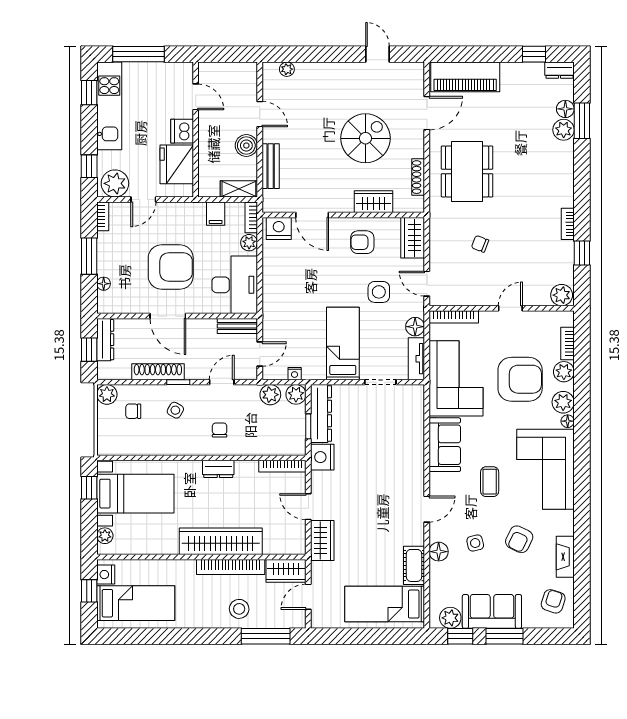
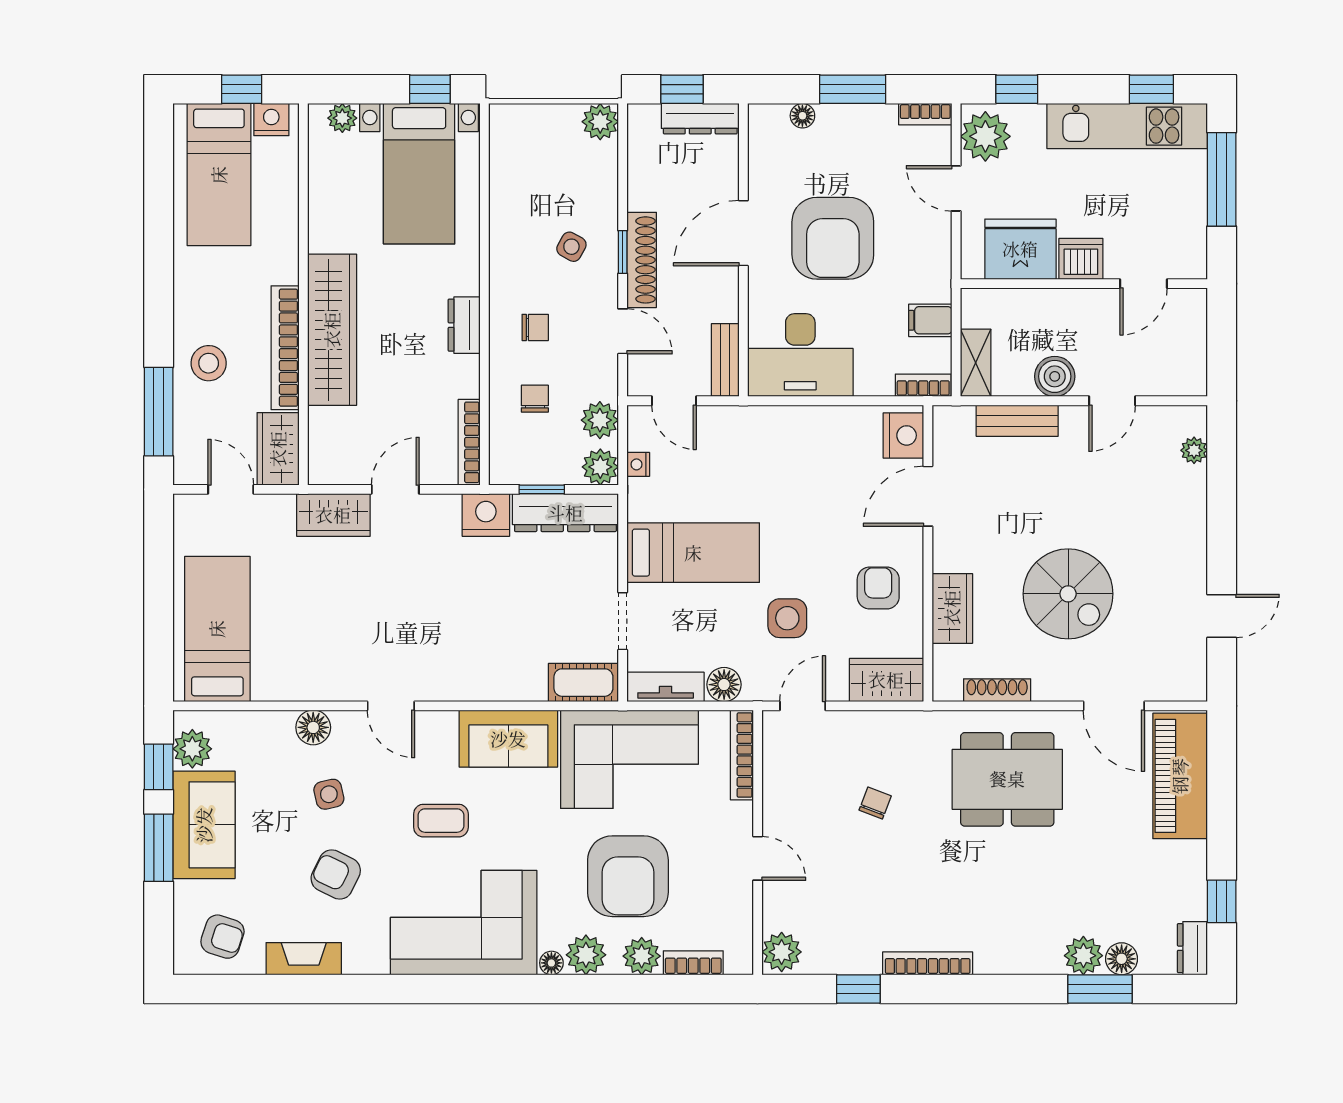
bookcase: (568, 224) -> (928, 963), width x1.56
plant: (249, 243) -> (877, 381), removed
shoe rack: (158, 372) -> (642, 260), moved
chair: (133, 411) -> (535, 399), moved
cot: (414, 565) -> (583, 683), moved

